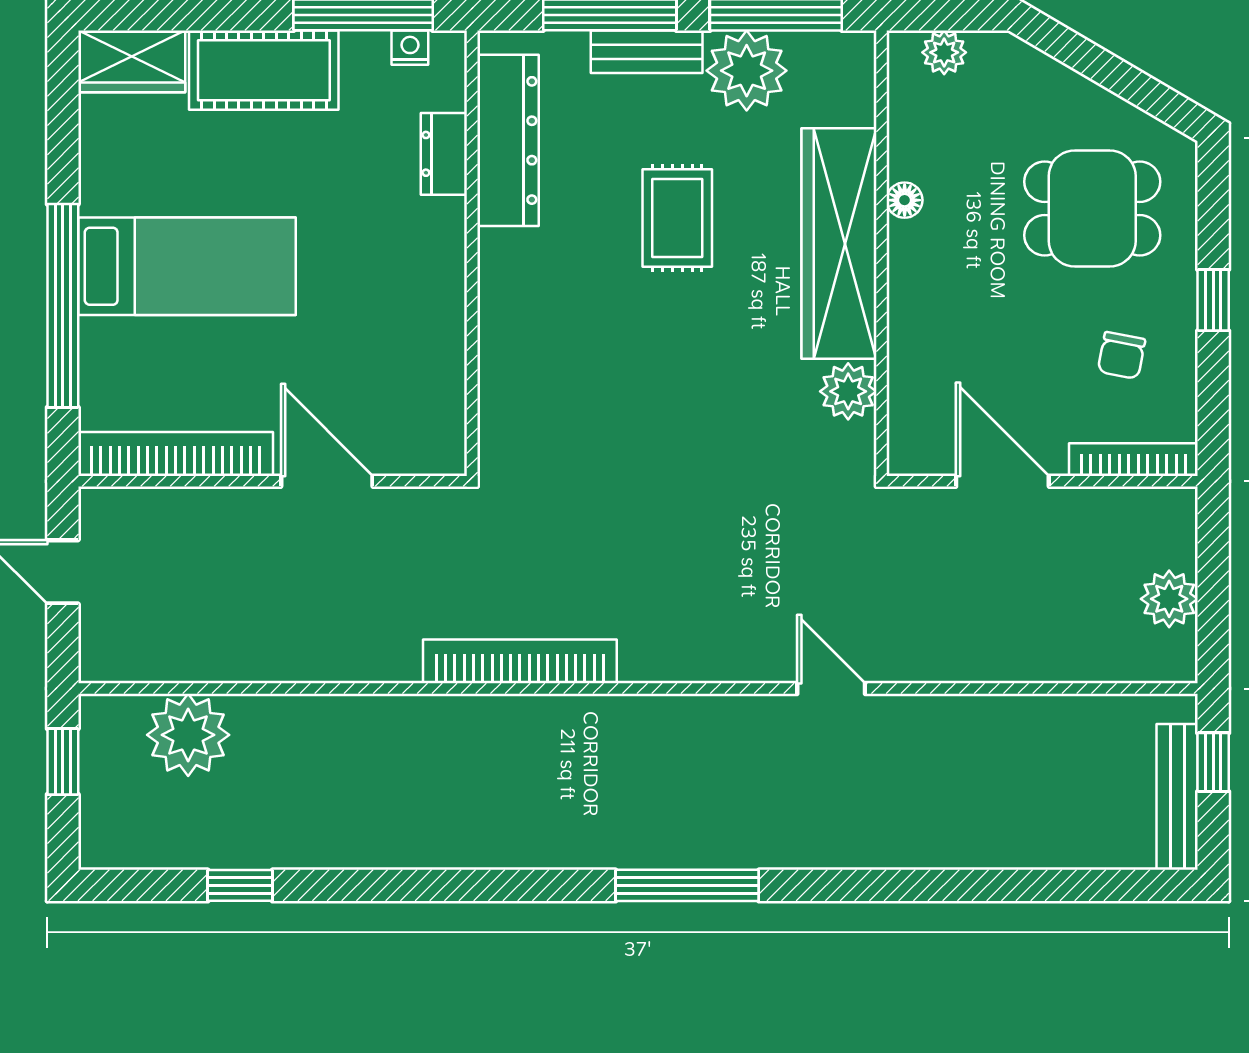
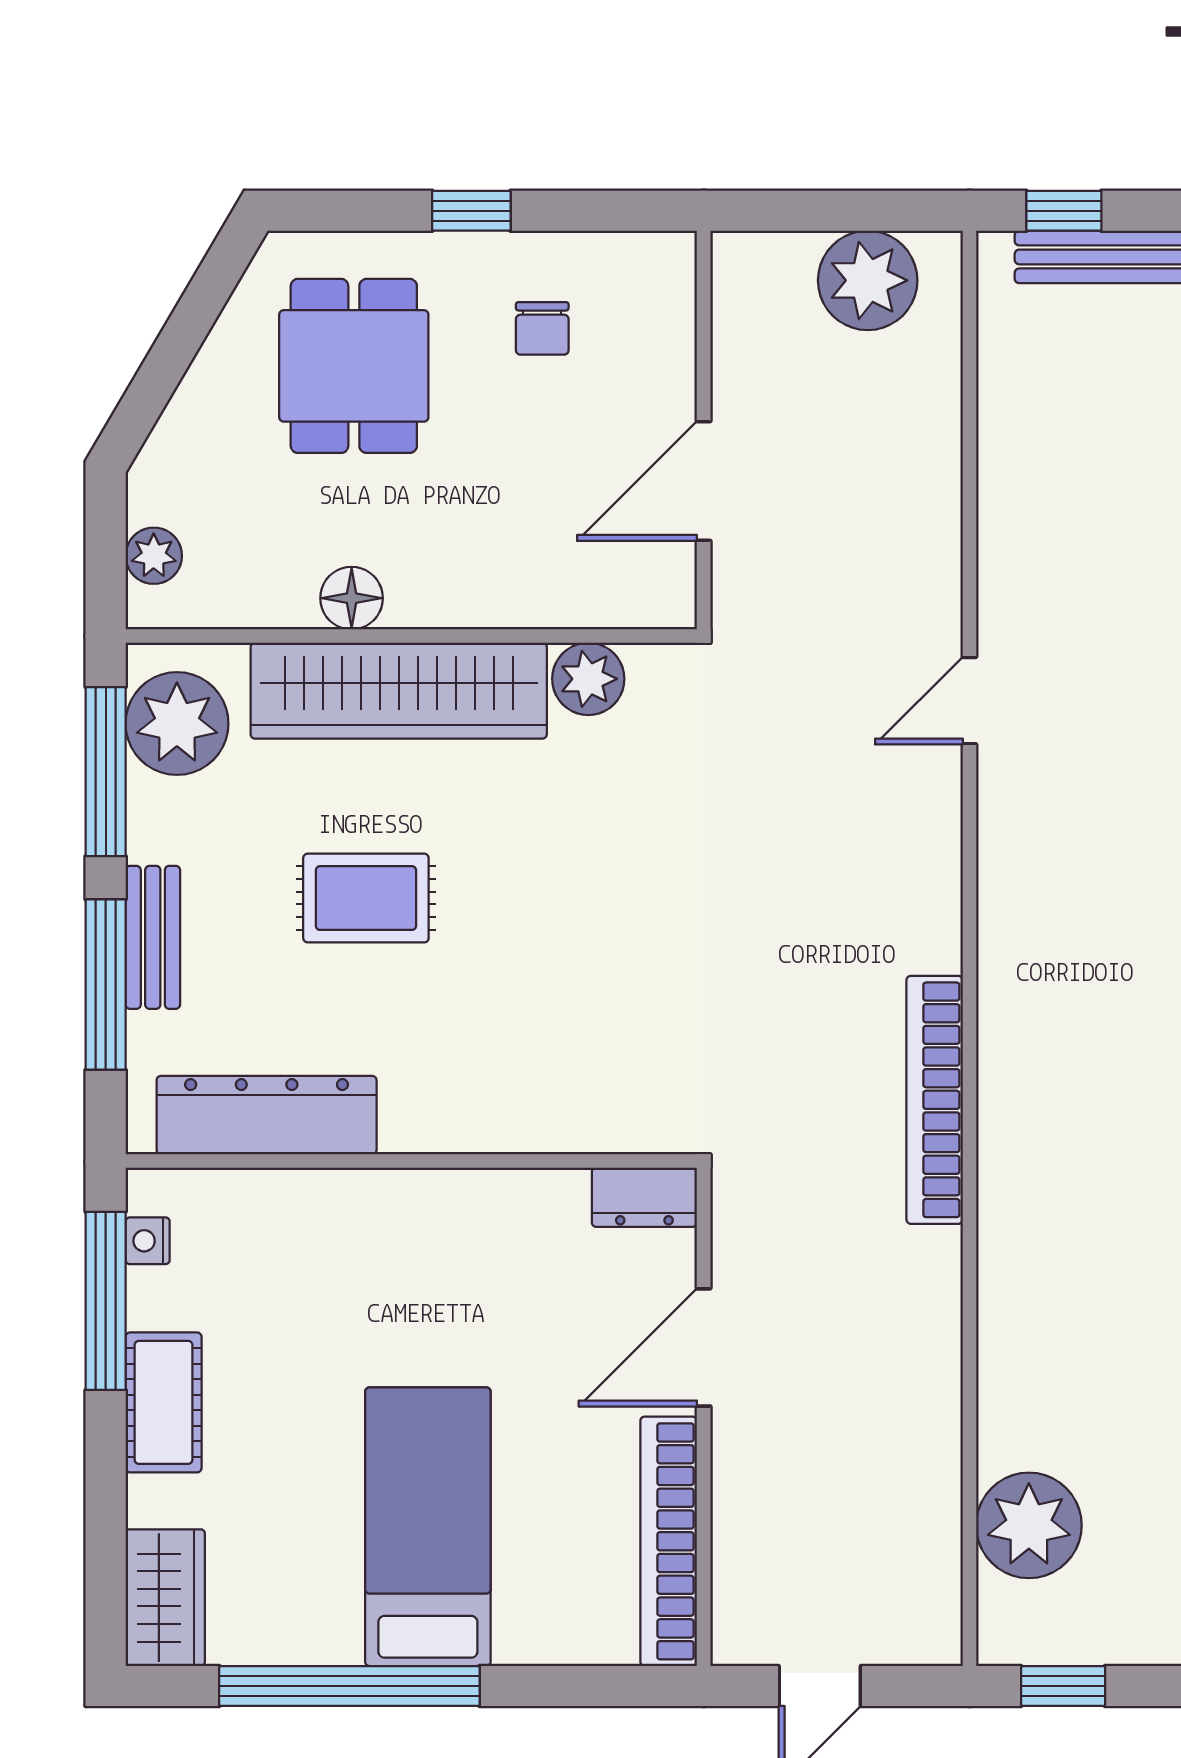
cot: (264, 70) -> (164, 1402), width x0.73, depth x0.75
plant: (747, 71) -> (177, 724), moved
dresser: (444, 154) -> (644, 1197), moved
floor lamp: (905, 200) -> (352, 598), width x1.37, depth x1.37
window: (63, 306) -> (349, 1686), moved
chair: (1121, 355) -> (542, 328), turned 79
bookcase: (1133, 460) -> (676, 313), removed
plant: (1169, 599) -> (868, 280), width x1.36, depth x1.36

